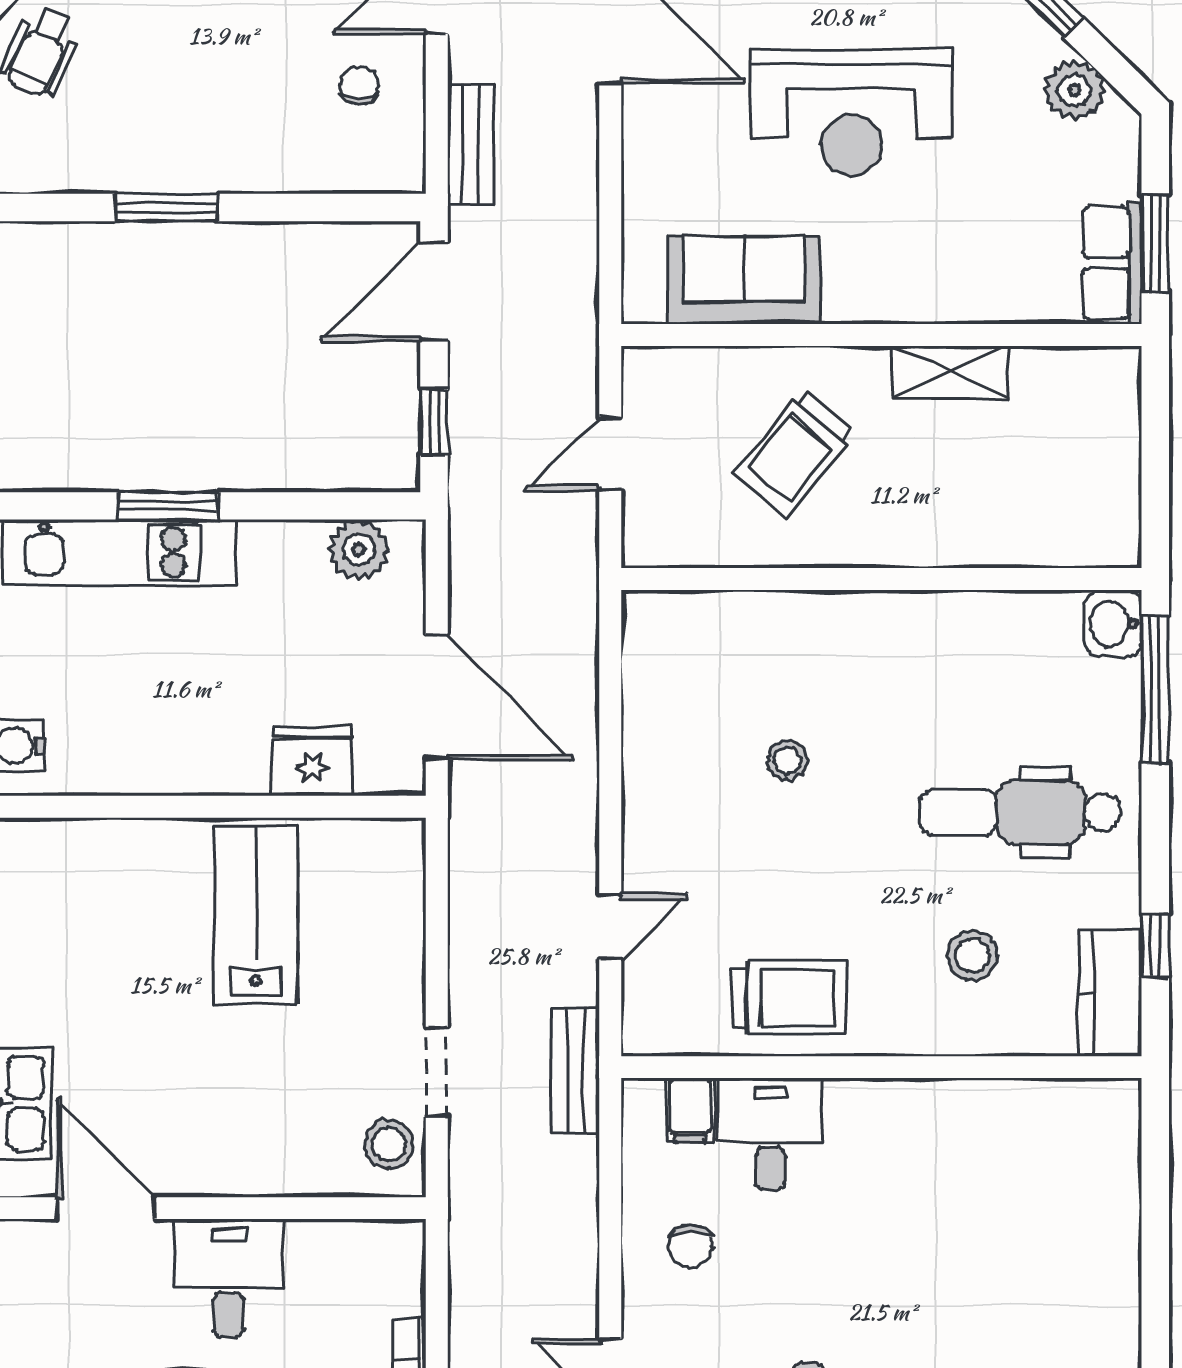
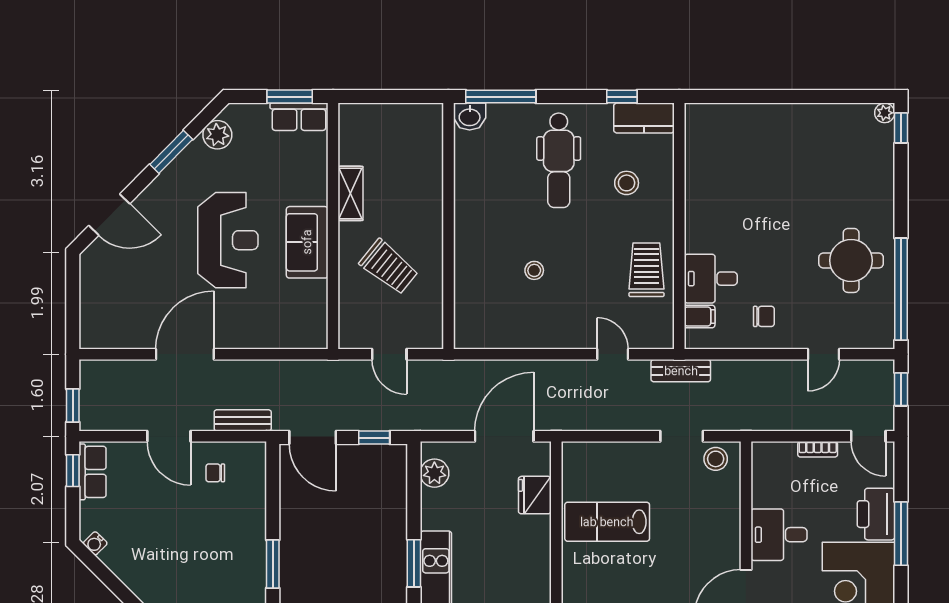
sofa: (744, 280) -> (307, 242), moved

